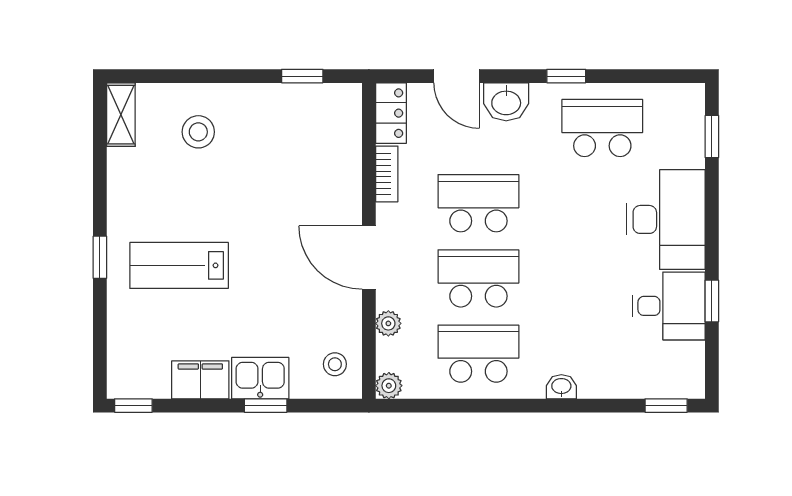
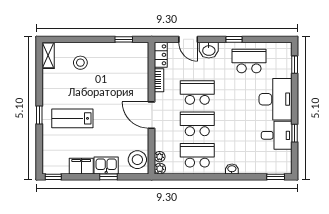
plant: (388, 323) -> (160, 157), moved
stool: (335, 364) -> (137, 160), width x1.89, depth x1.89

